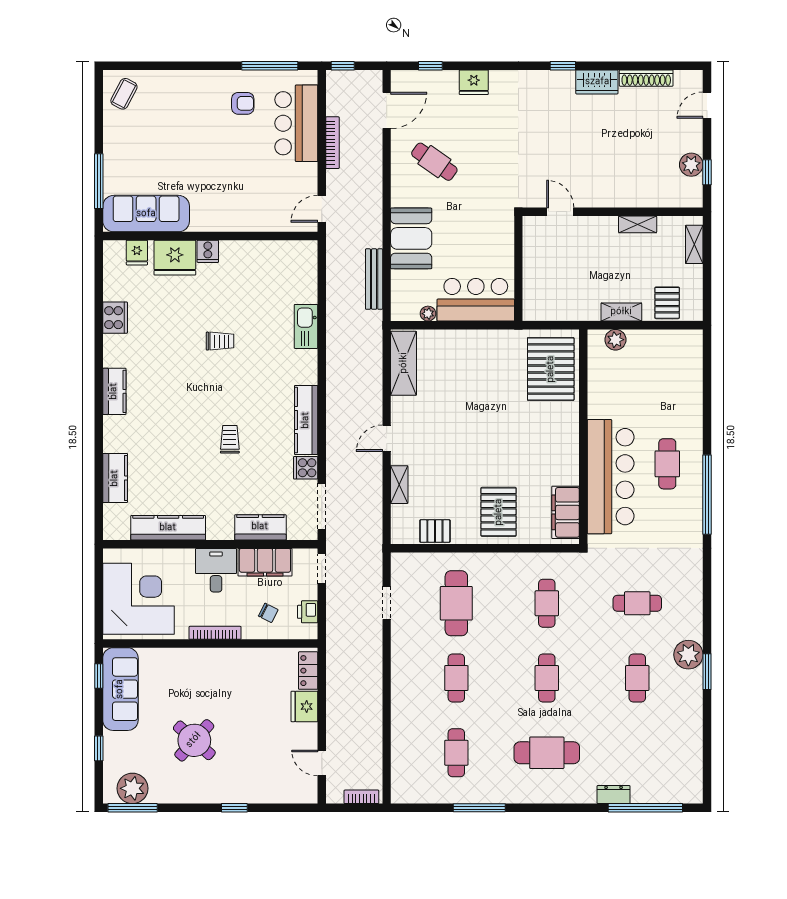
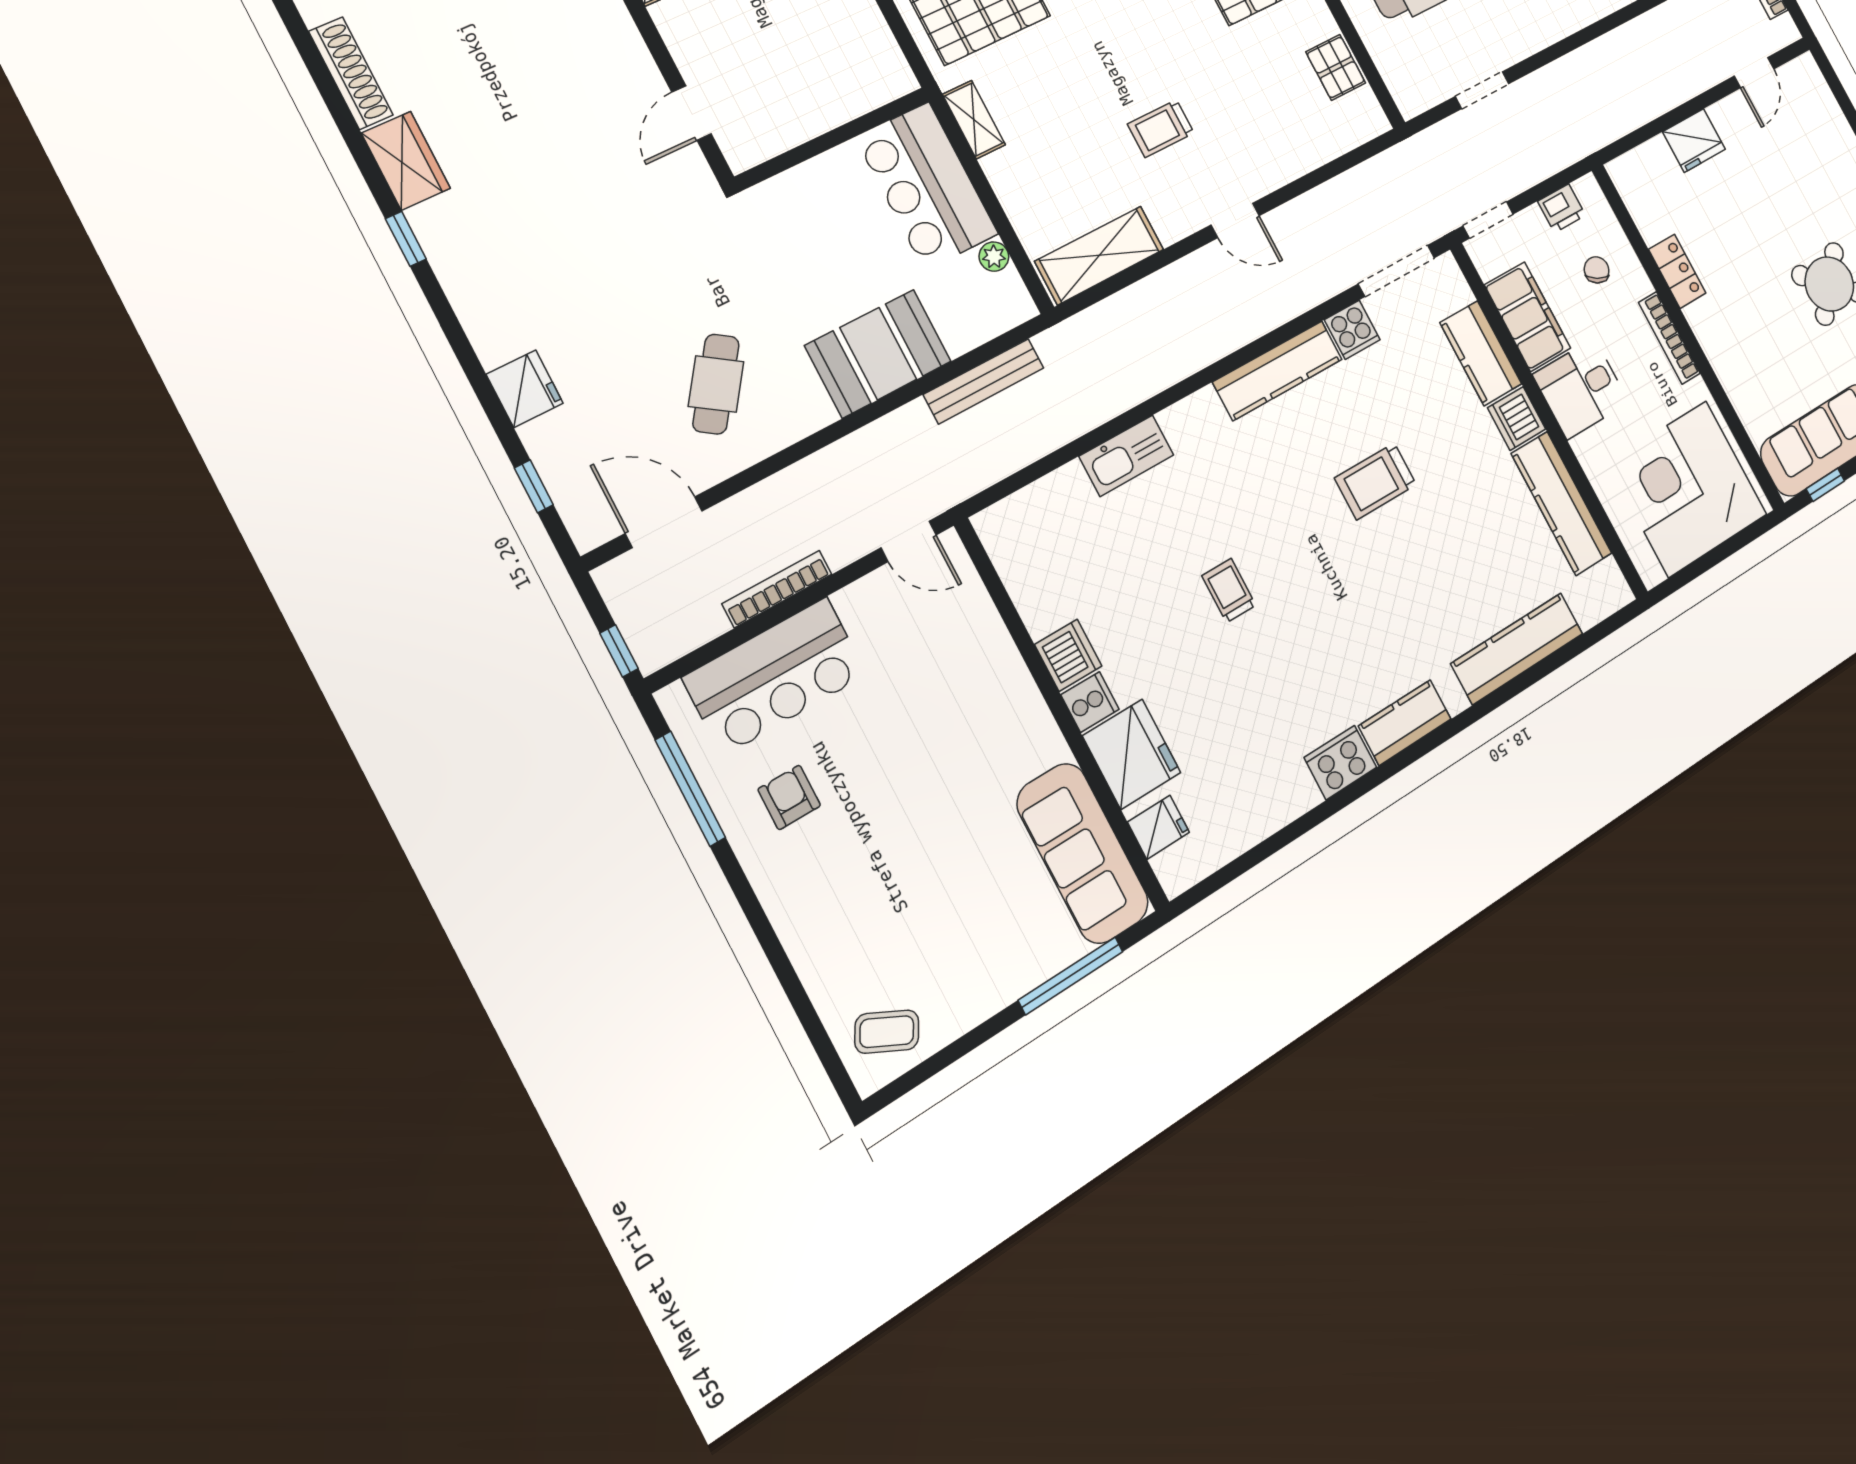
dishwasher: (233, 252) -> (1068, 655), added
cooker: (115, 318) -> (1340, 762), moved
trolley: (448, 426) -> (1161, 129), added
trolley: (230, 439) -> (1375, 481), width x1.36, depth x1.39
kitchen counter: (115, 478) -> (1517, 649), width x1.50
shelving: (399, 485) -> (974, 120), moved, turned 90
dishwasher: (220, 528) -> (1517, 418), added
locker: (308, 671) -> (1677, 271), moved, turned -90

